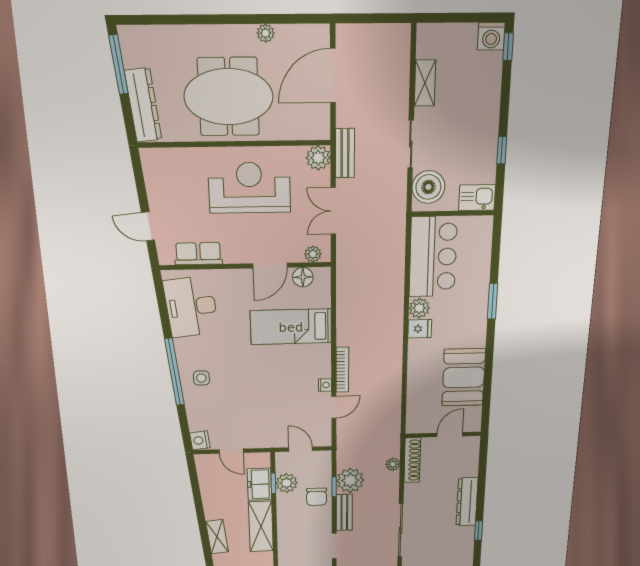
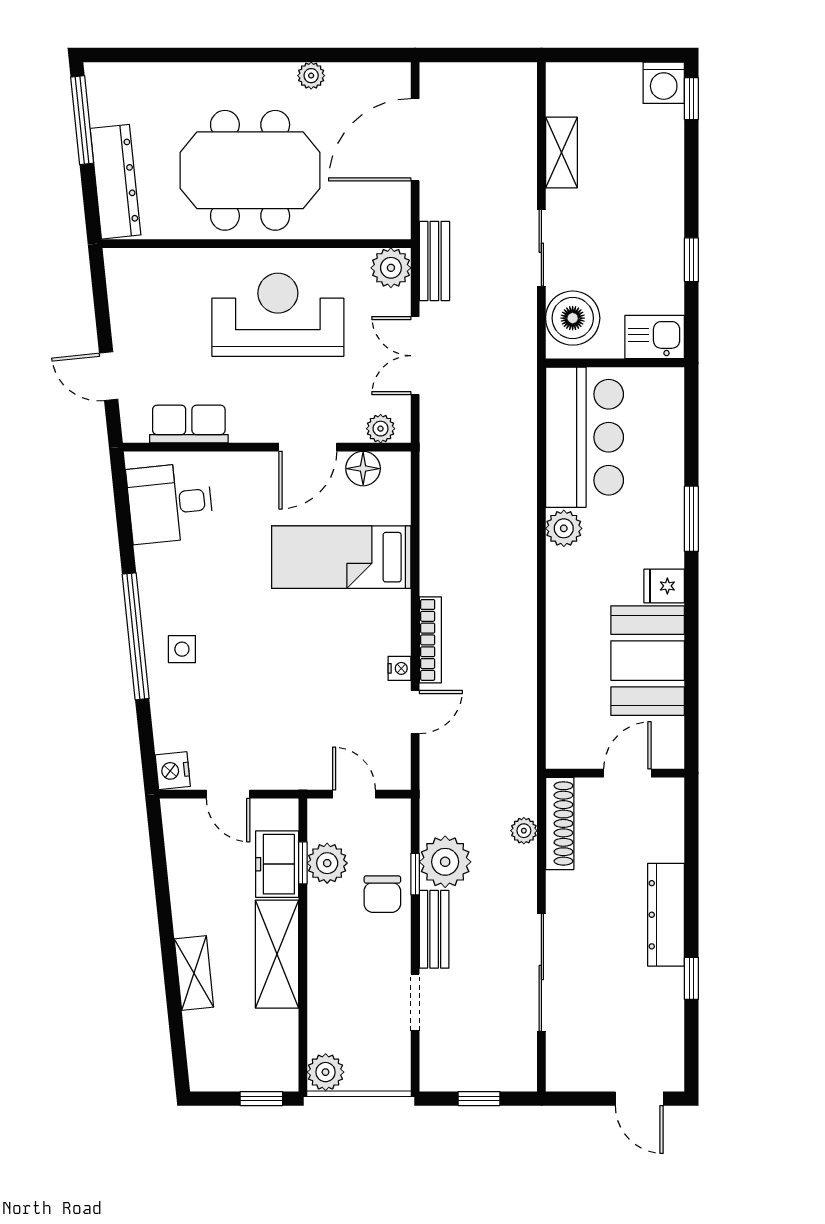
desk: (191, 307) -> (170, 503), width x0.73
fridge: (420, 329) -> (664, 586), moved, turned 180

